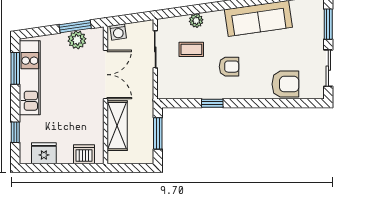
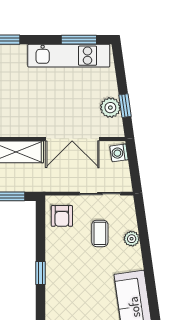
window: (75, 27) -> (125, 106), width x0.67
armchair: (229, 67) -> (62, 216), moved
window: (212, 103) -> (40, 273), moved

